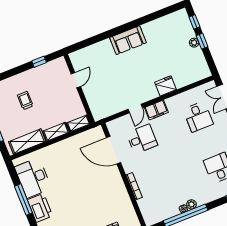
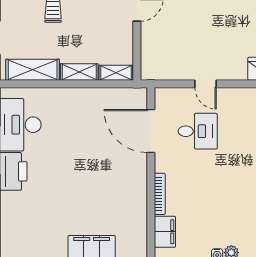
door: (135, 108) -> (206, 84), hinge flipped
filing cabinet: (156, 110) -> (165, 232), moved, turned -90

